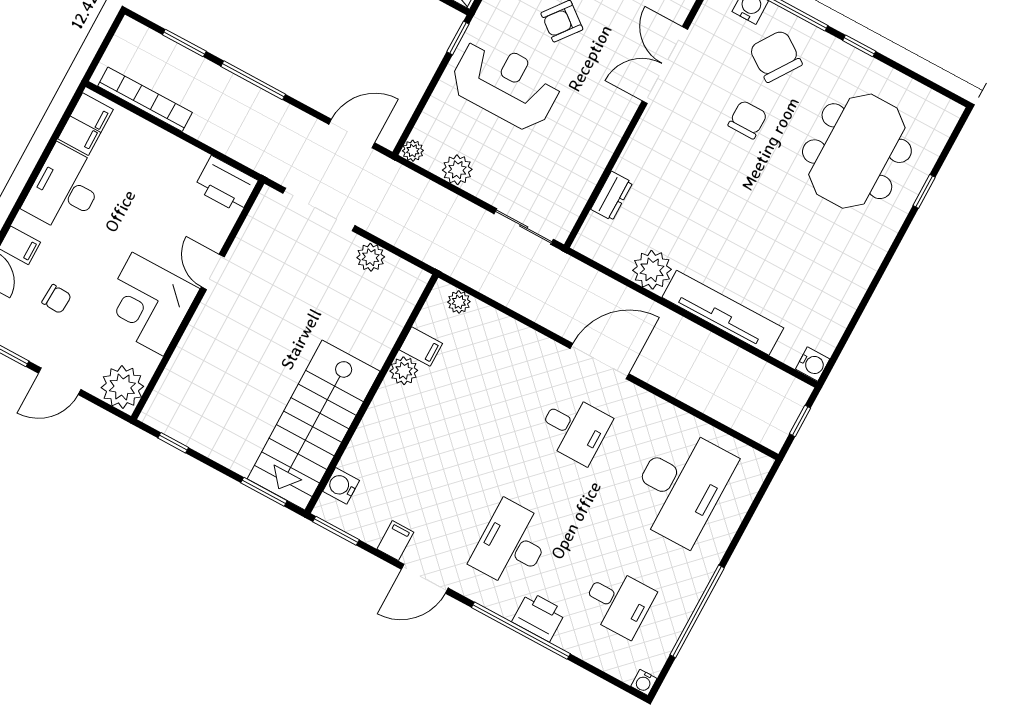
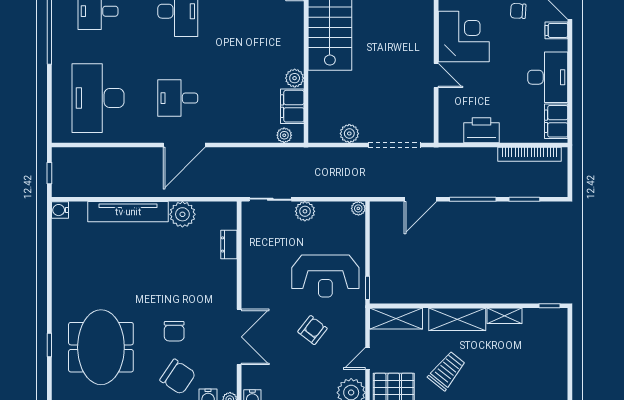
door: (352, 134) -> (420, 199), moved
plant: (457, 170) -> (305, 211), moved
printer: (226, 185) -> (482, 130), moved
filing cabinet: (421, 347) -> (292, 106), width x2.00

